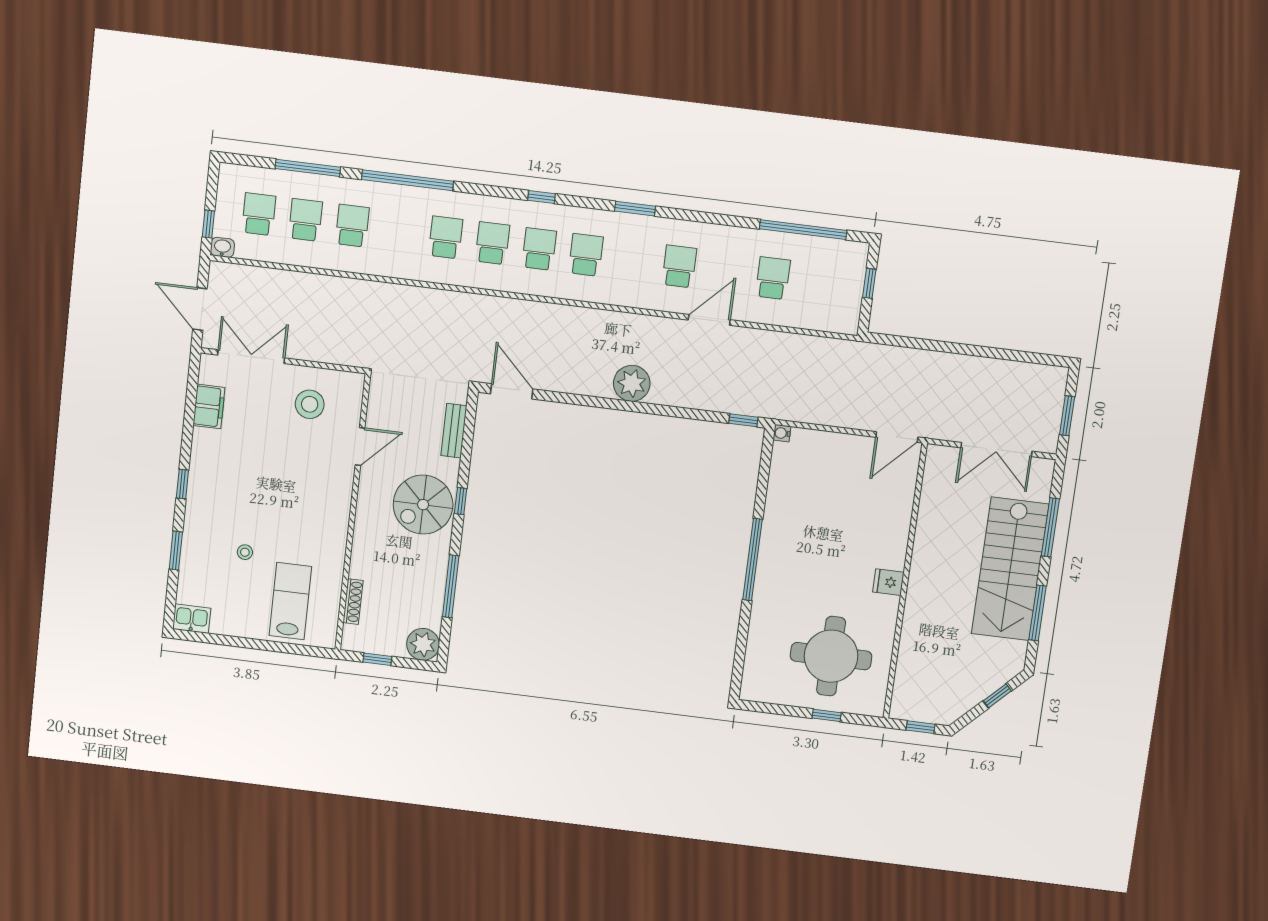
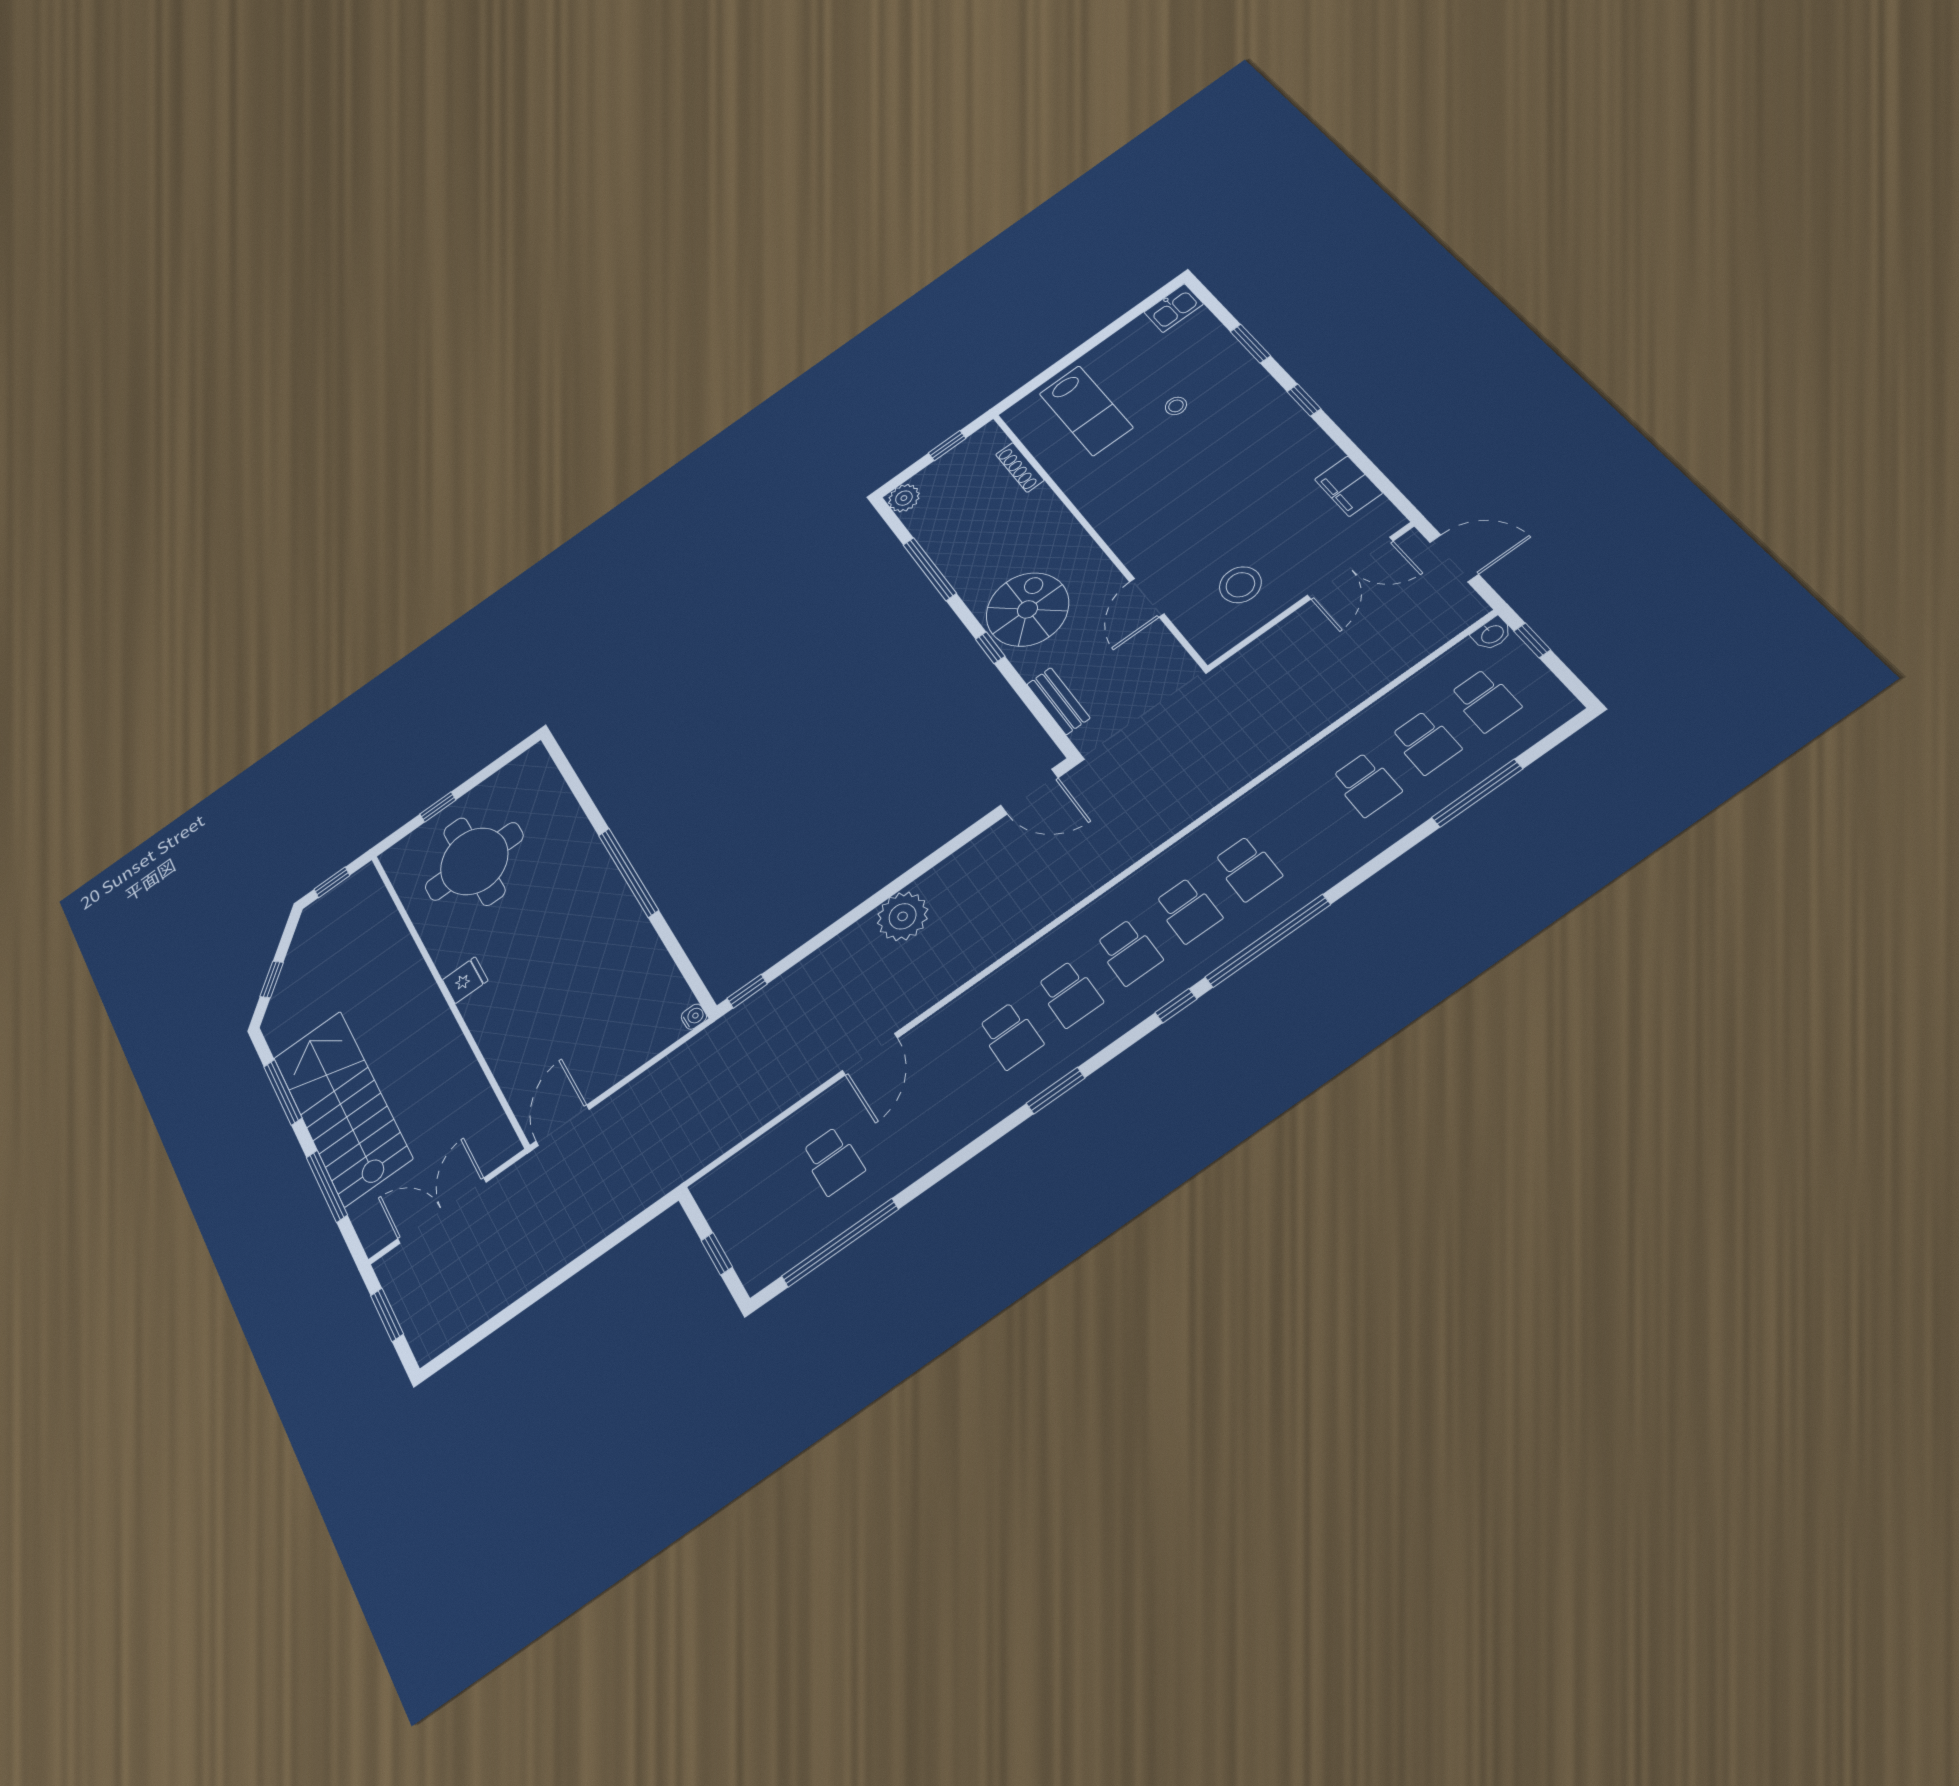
window: (407, 180) -> (1268, 941), moved
school desk: (679, 266) -> (1010, 1036), moved
plant: (423, 644) -> (904, 498), width x0.73, depth x0.73

